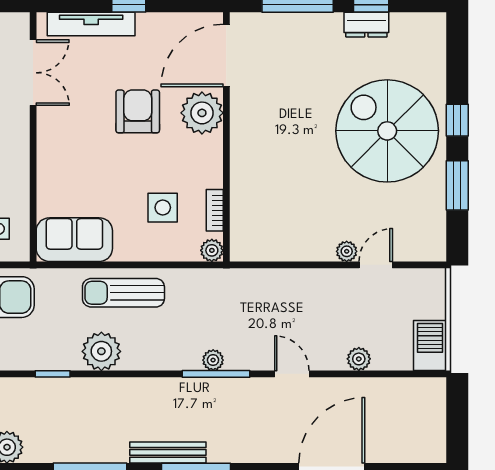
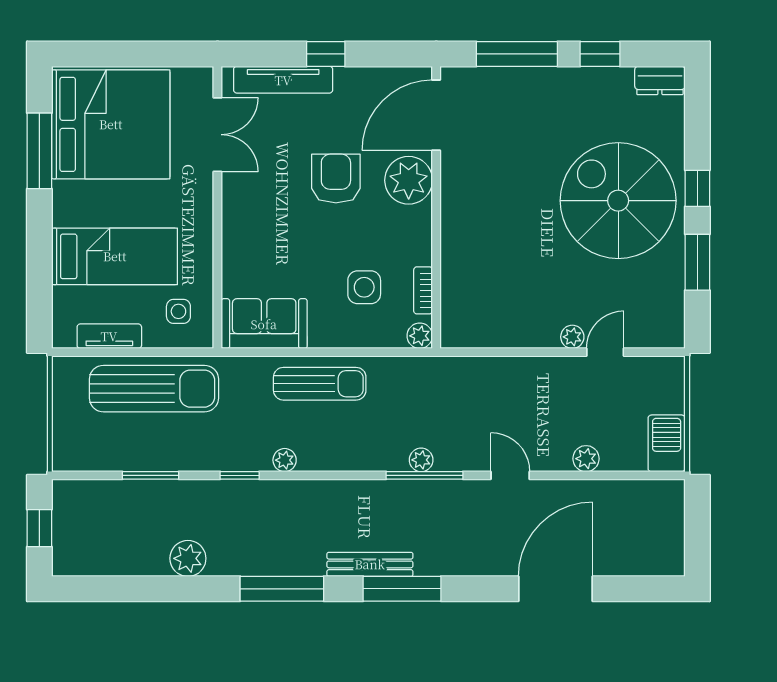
dresser: (366, 25) -> (660, 80), moved
sun lounger: (123, 293) -> (320, 384), turned 180
plant: (101, 351) -> (285, 460), width x0.53, depth x0.53

